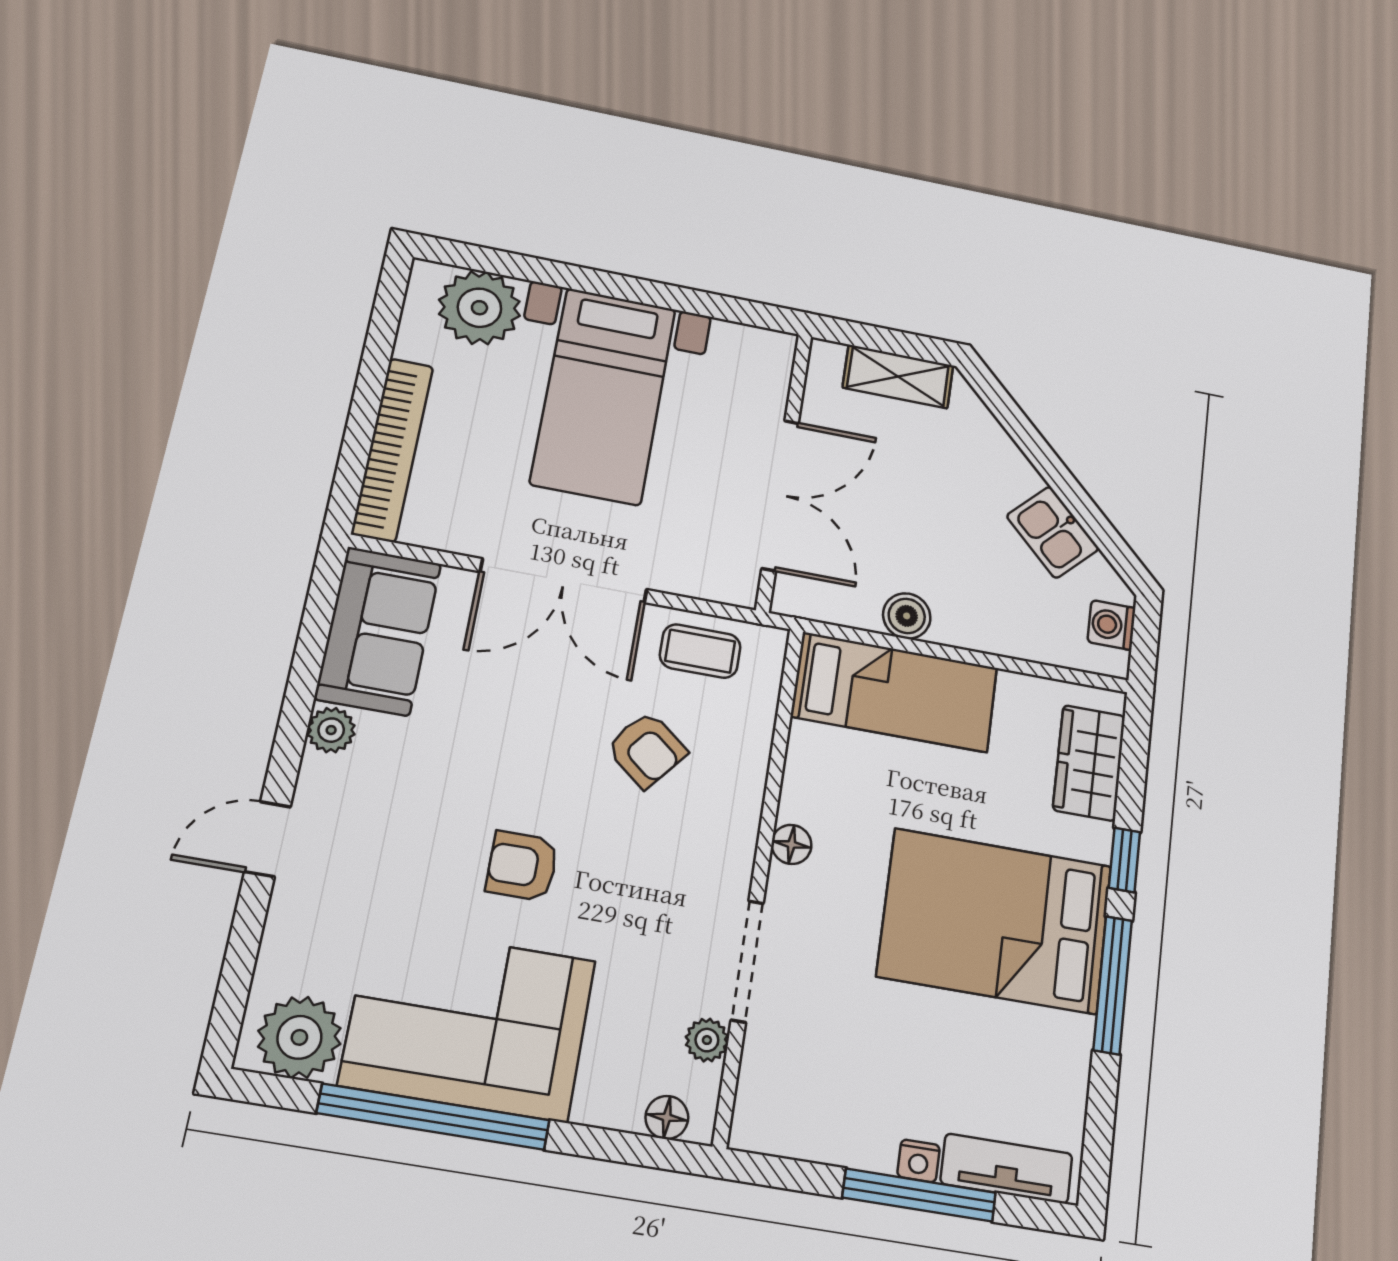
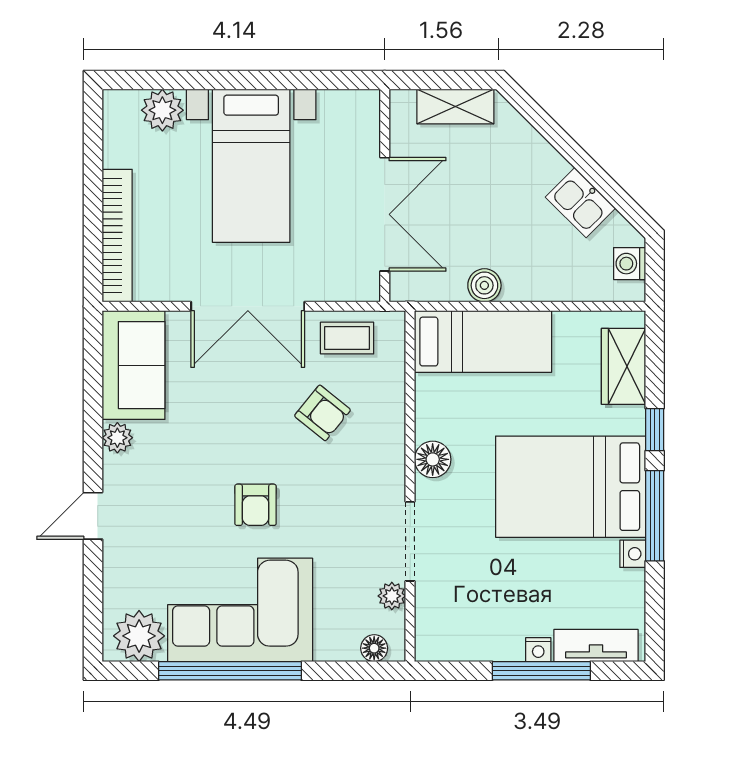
plant: (479, 308) -> (162, 110), width x0.73, depth x0.73
floor lamp: (791, 844) -> (433, 459), width x1.37, depth x1.37
armchair: (522, 866) -> (256, 505), turned -90
nightstand: (1075, 1036) -> (633, 554), added

